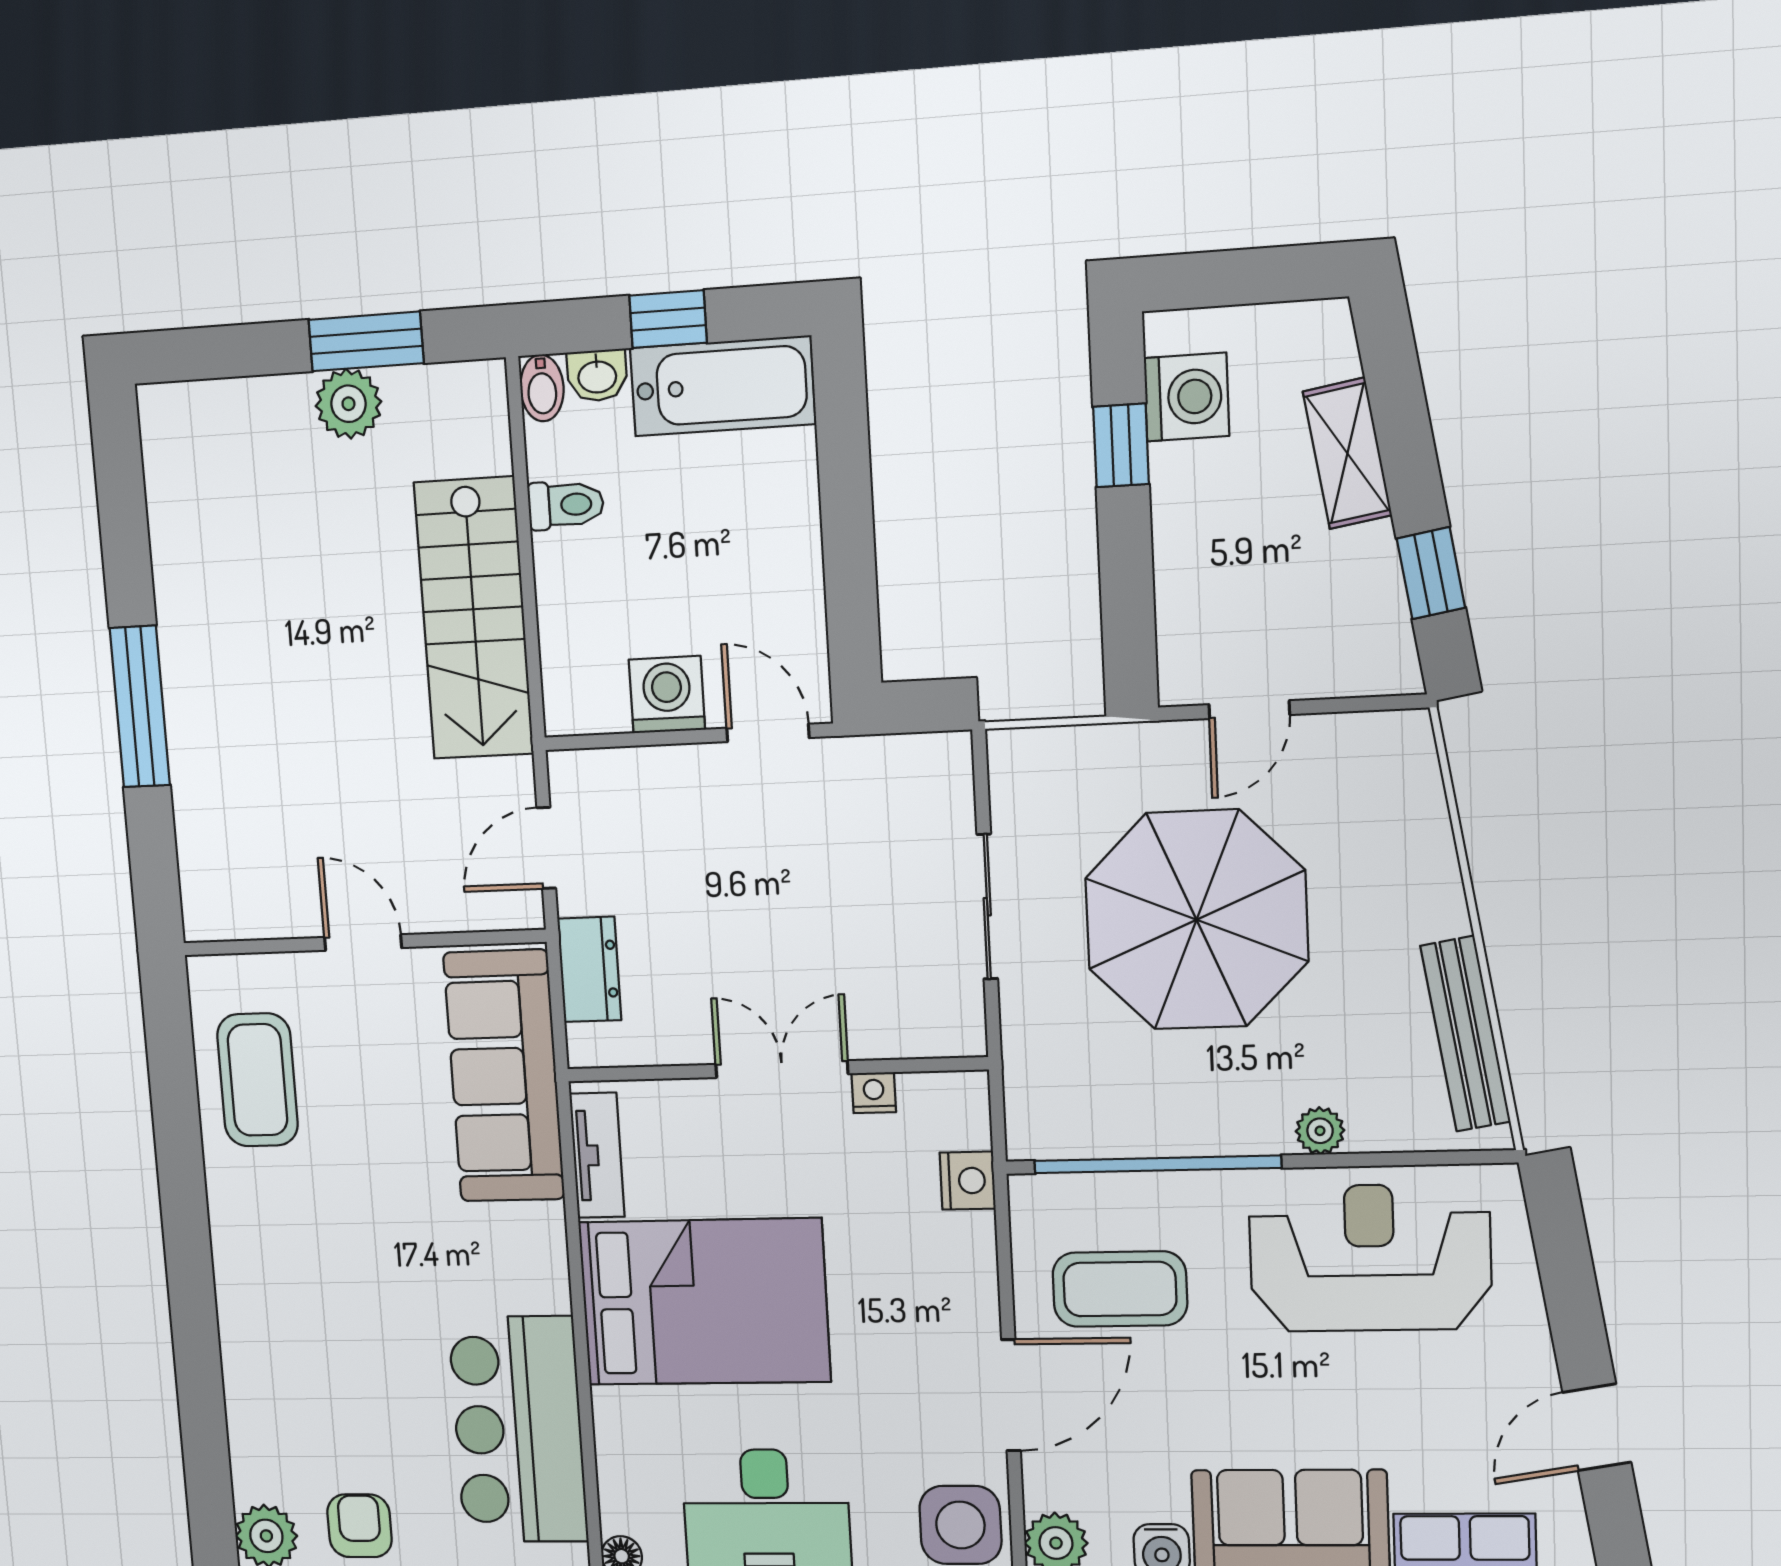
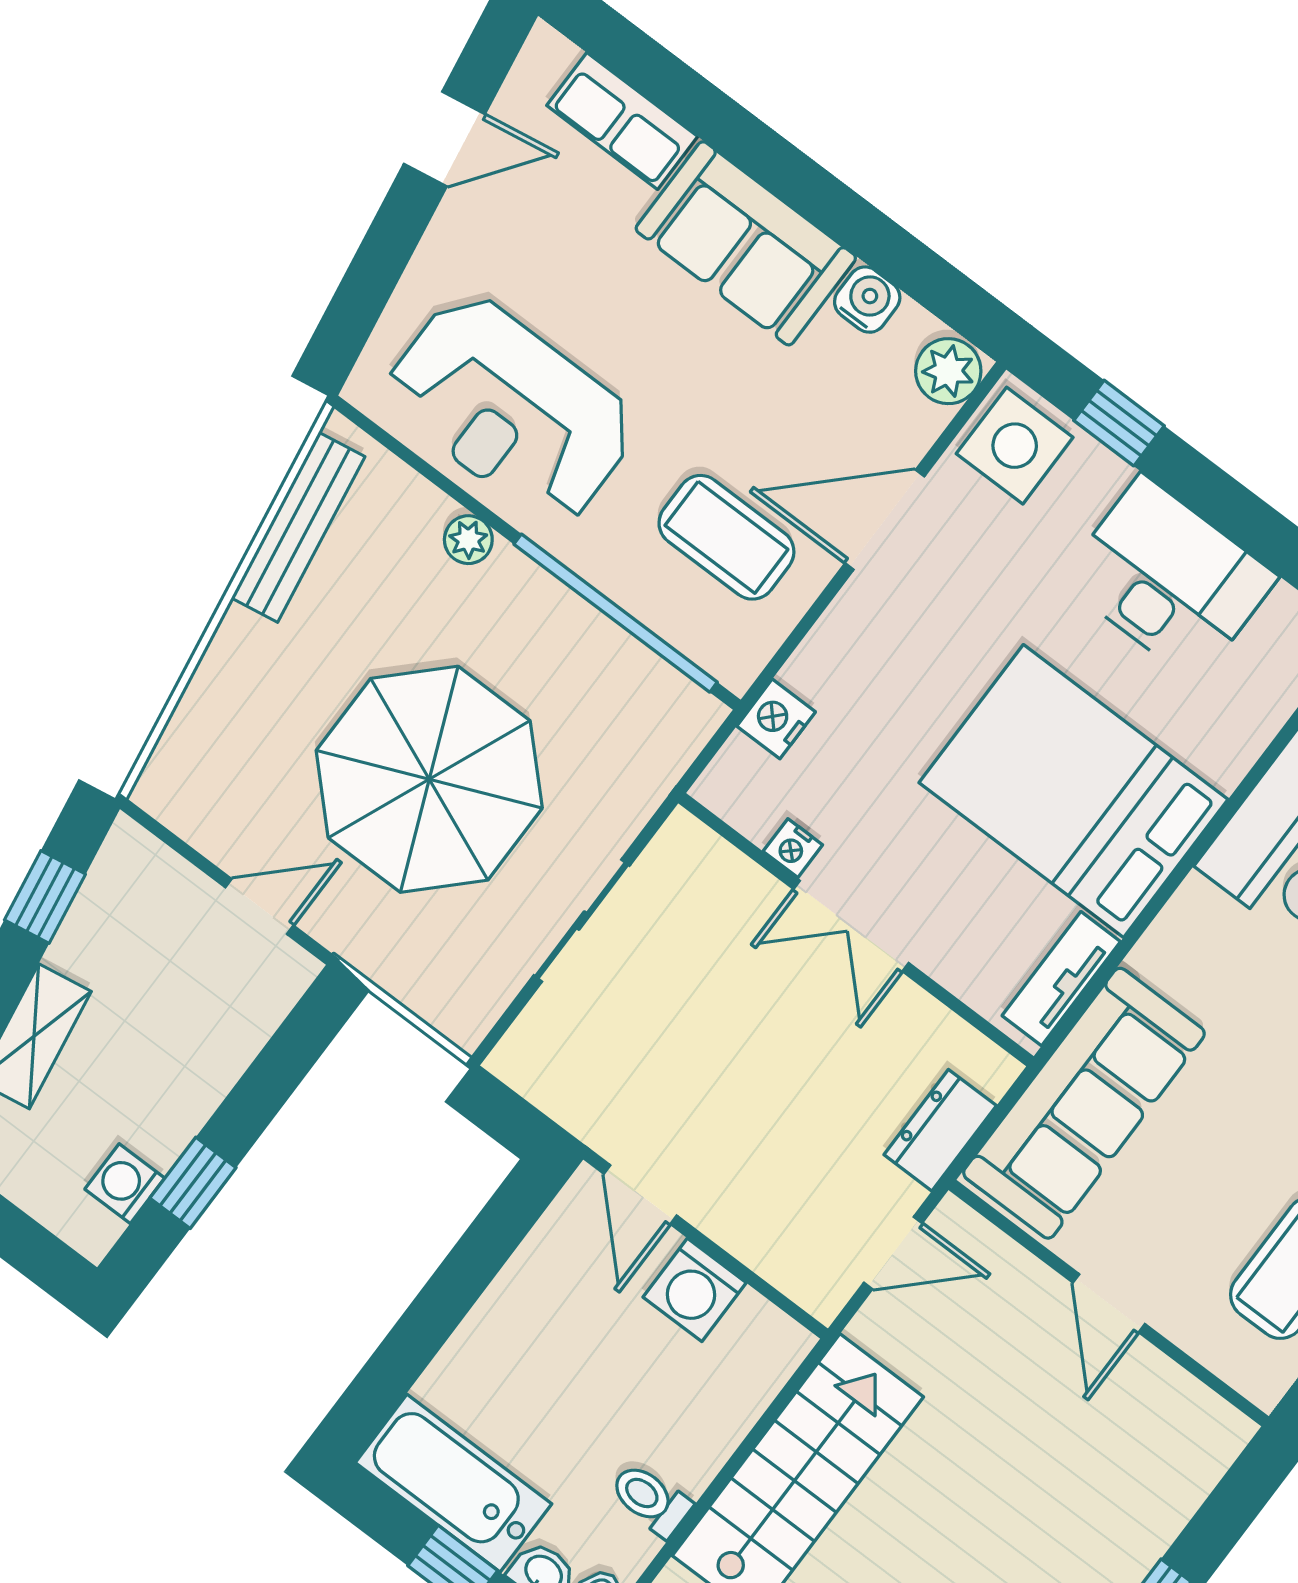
washing machine: (1187, 397) -> (125, 1184), width x0.73, depth x0.73

